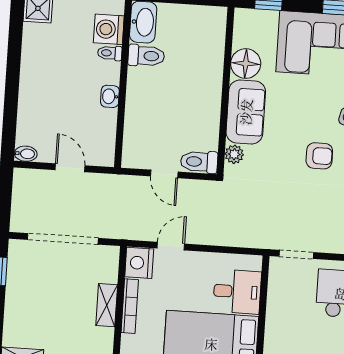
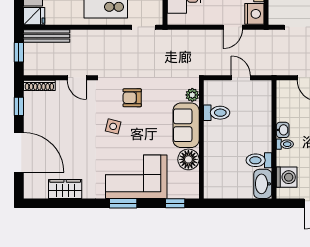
toilet: (110, 53) -> (285, 144), moved
toilet: (199, 162) -> (217, 113), moved

